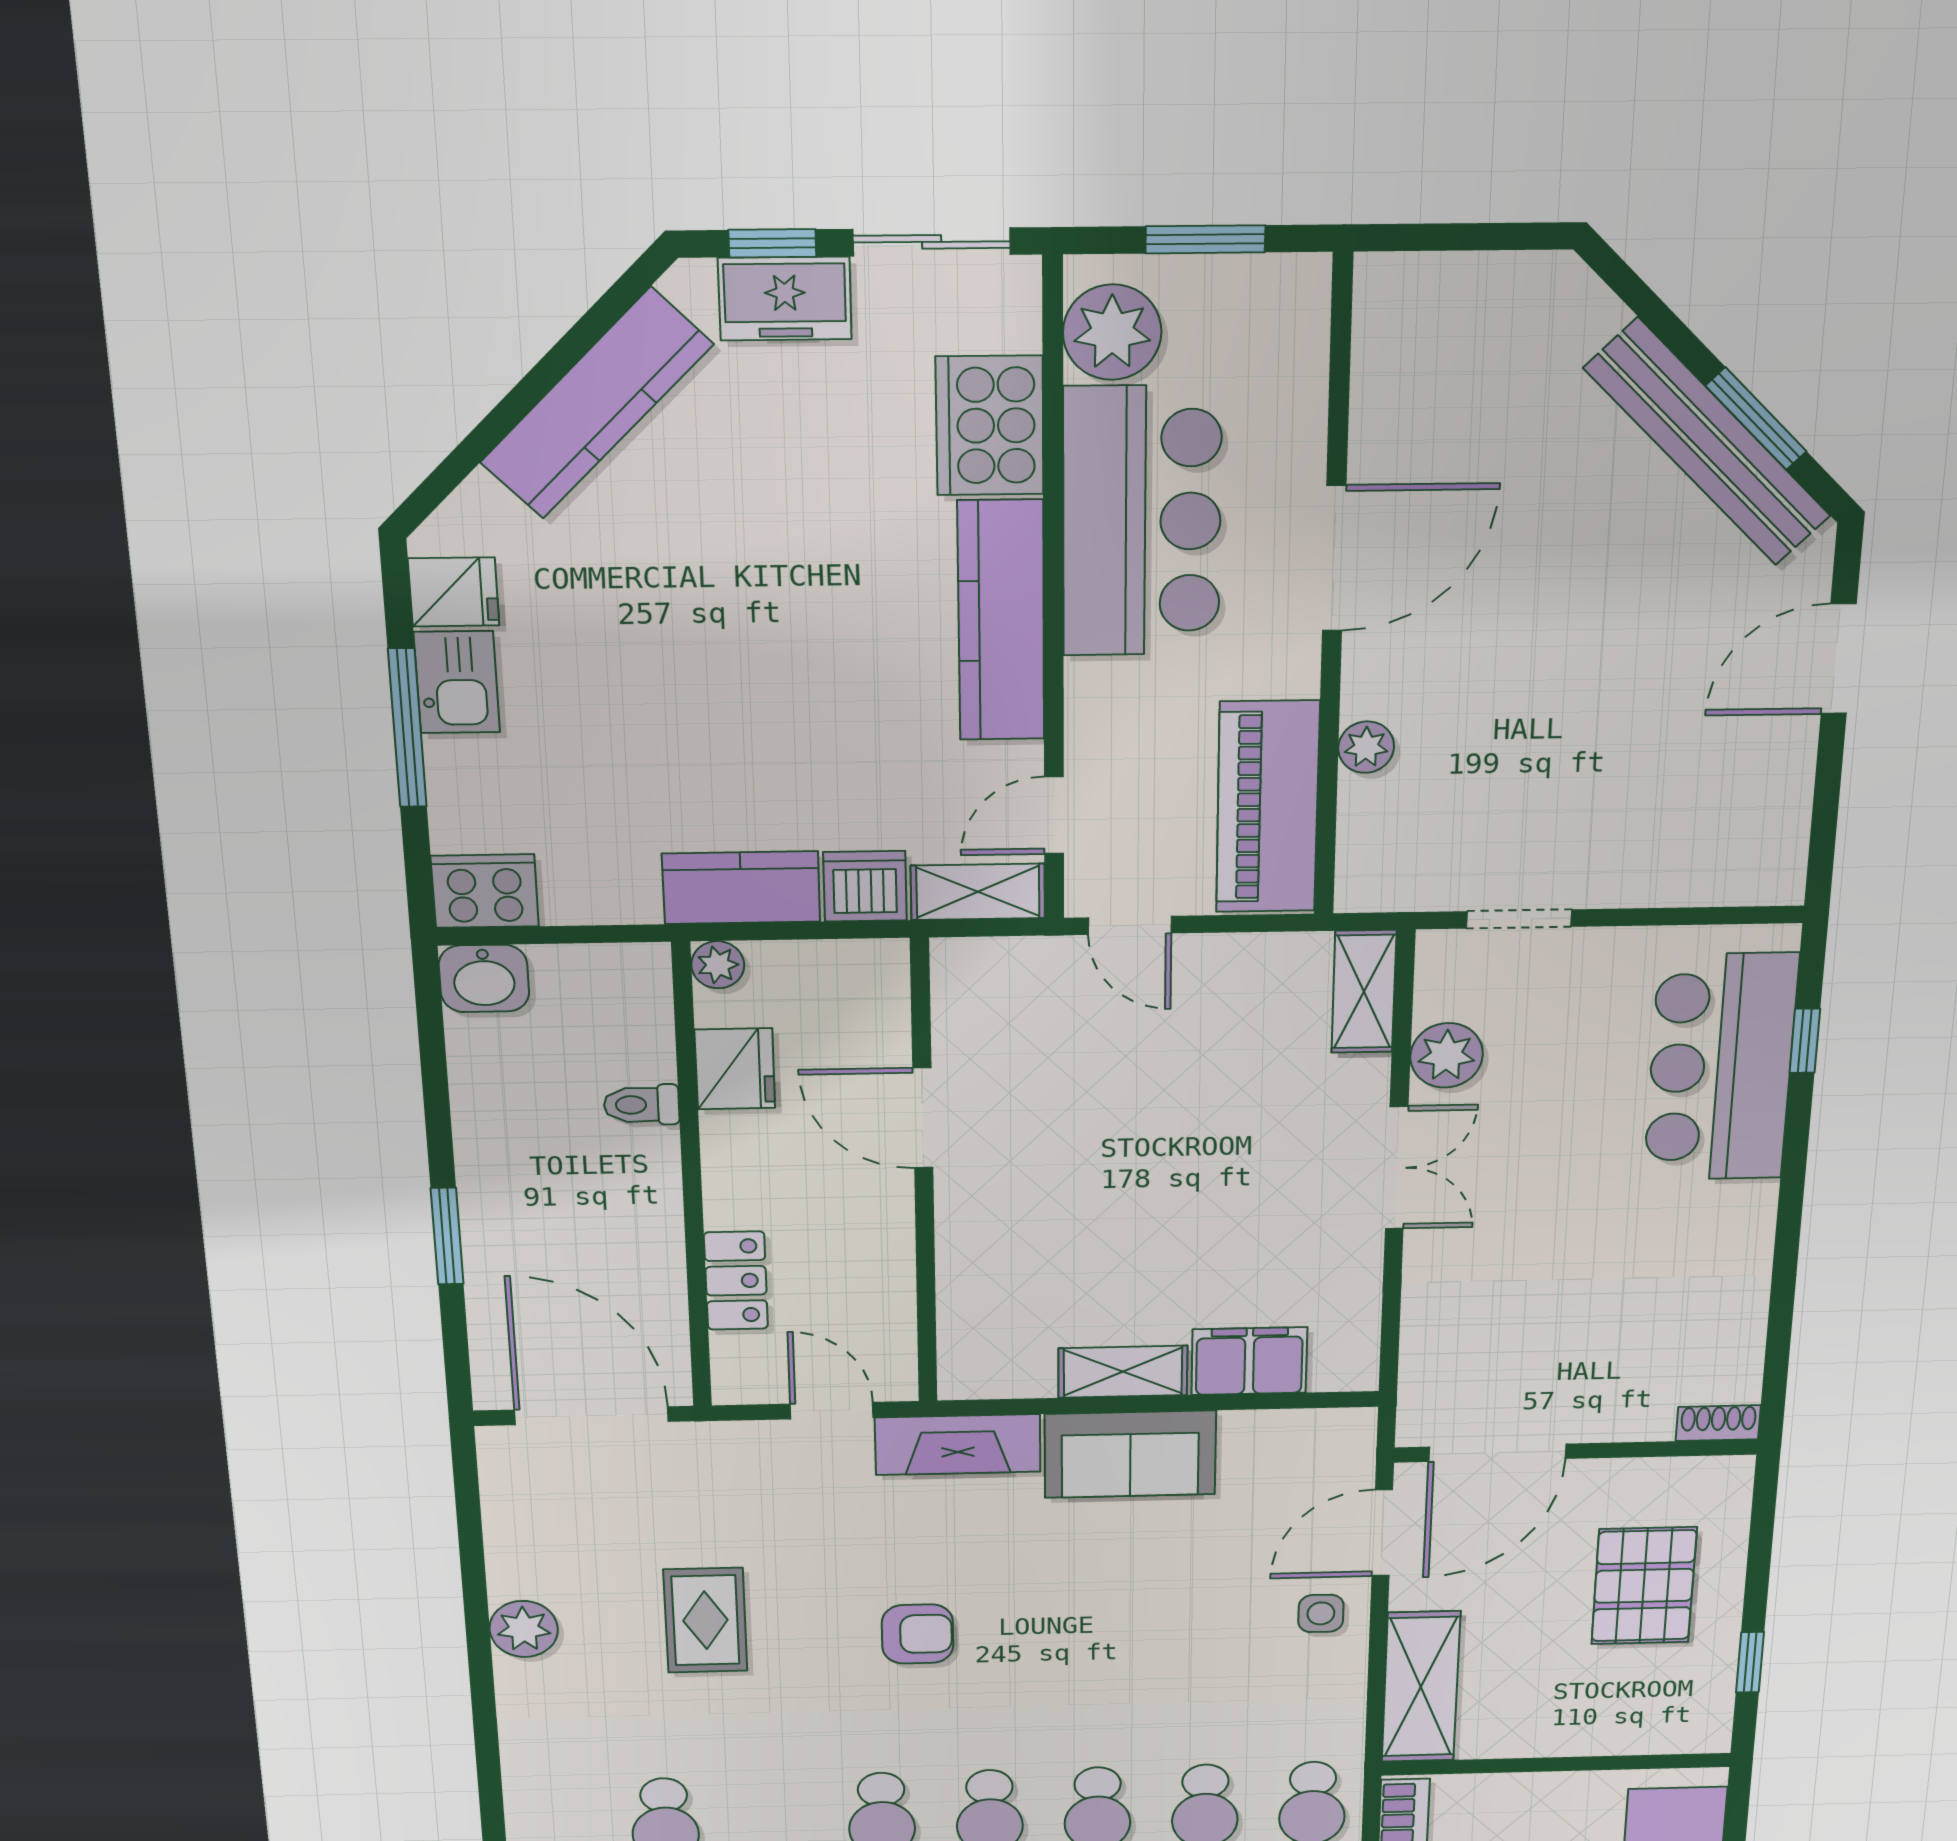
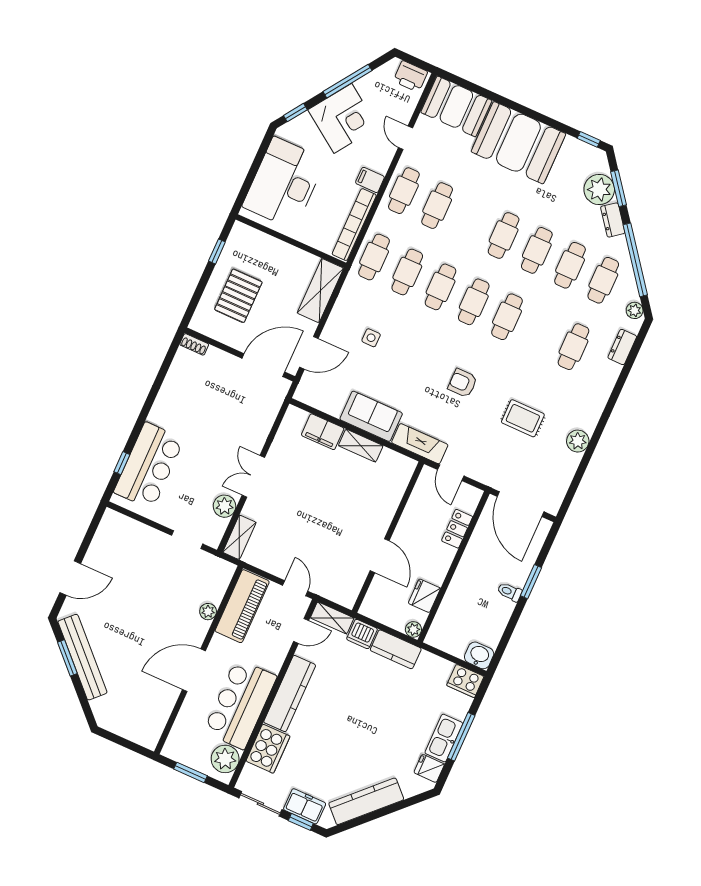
kitchen sink: (457, 682) -> (444, 738), width x1.38
toilet: (641, 1105) -> (510, 592), moved, turned 180
side table: (1321, 1613) -> (371, 338), moved
rug: (705, 1620) -> (523, 418), turned 90

